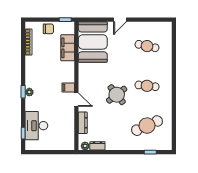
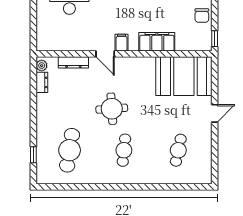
door: (120, 20) -> (215, 113), swing flipped
filing cabinet: (68, 48) -> (157, 42), moved
round table: (117, 95) -> (112, 109), turned 34
door: (76, 100) -> (105, 54), hinge flipped
cafe table: (147, 126) -> (70, 150), turned 33

